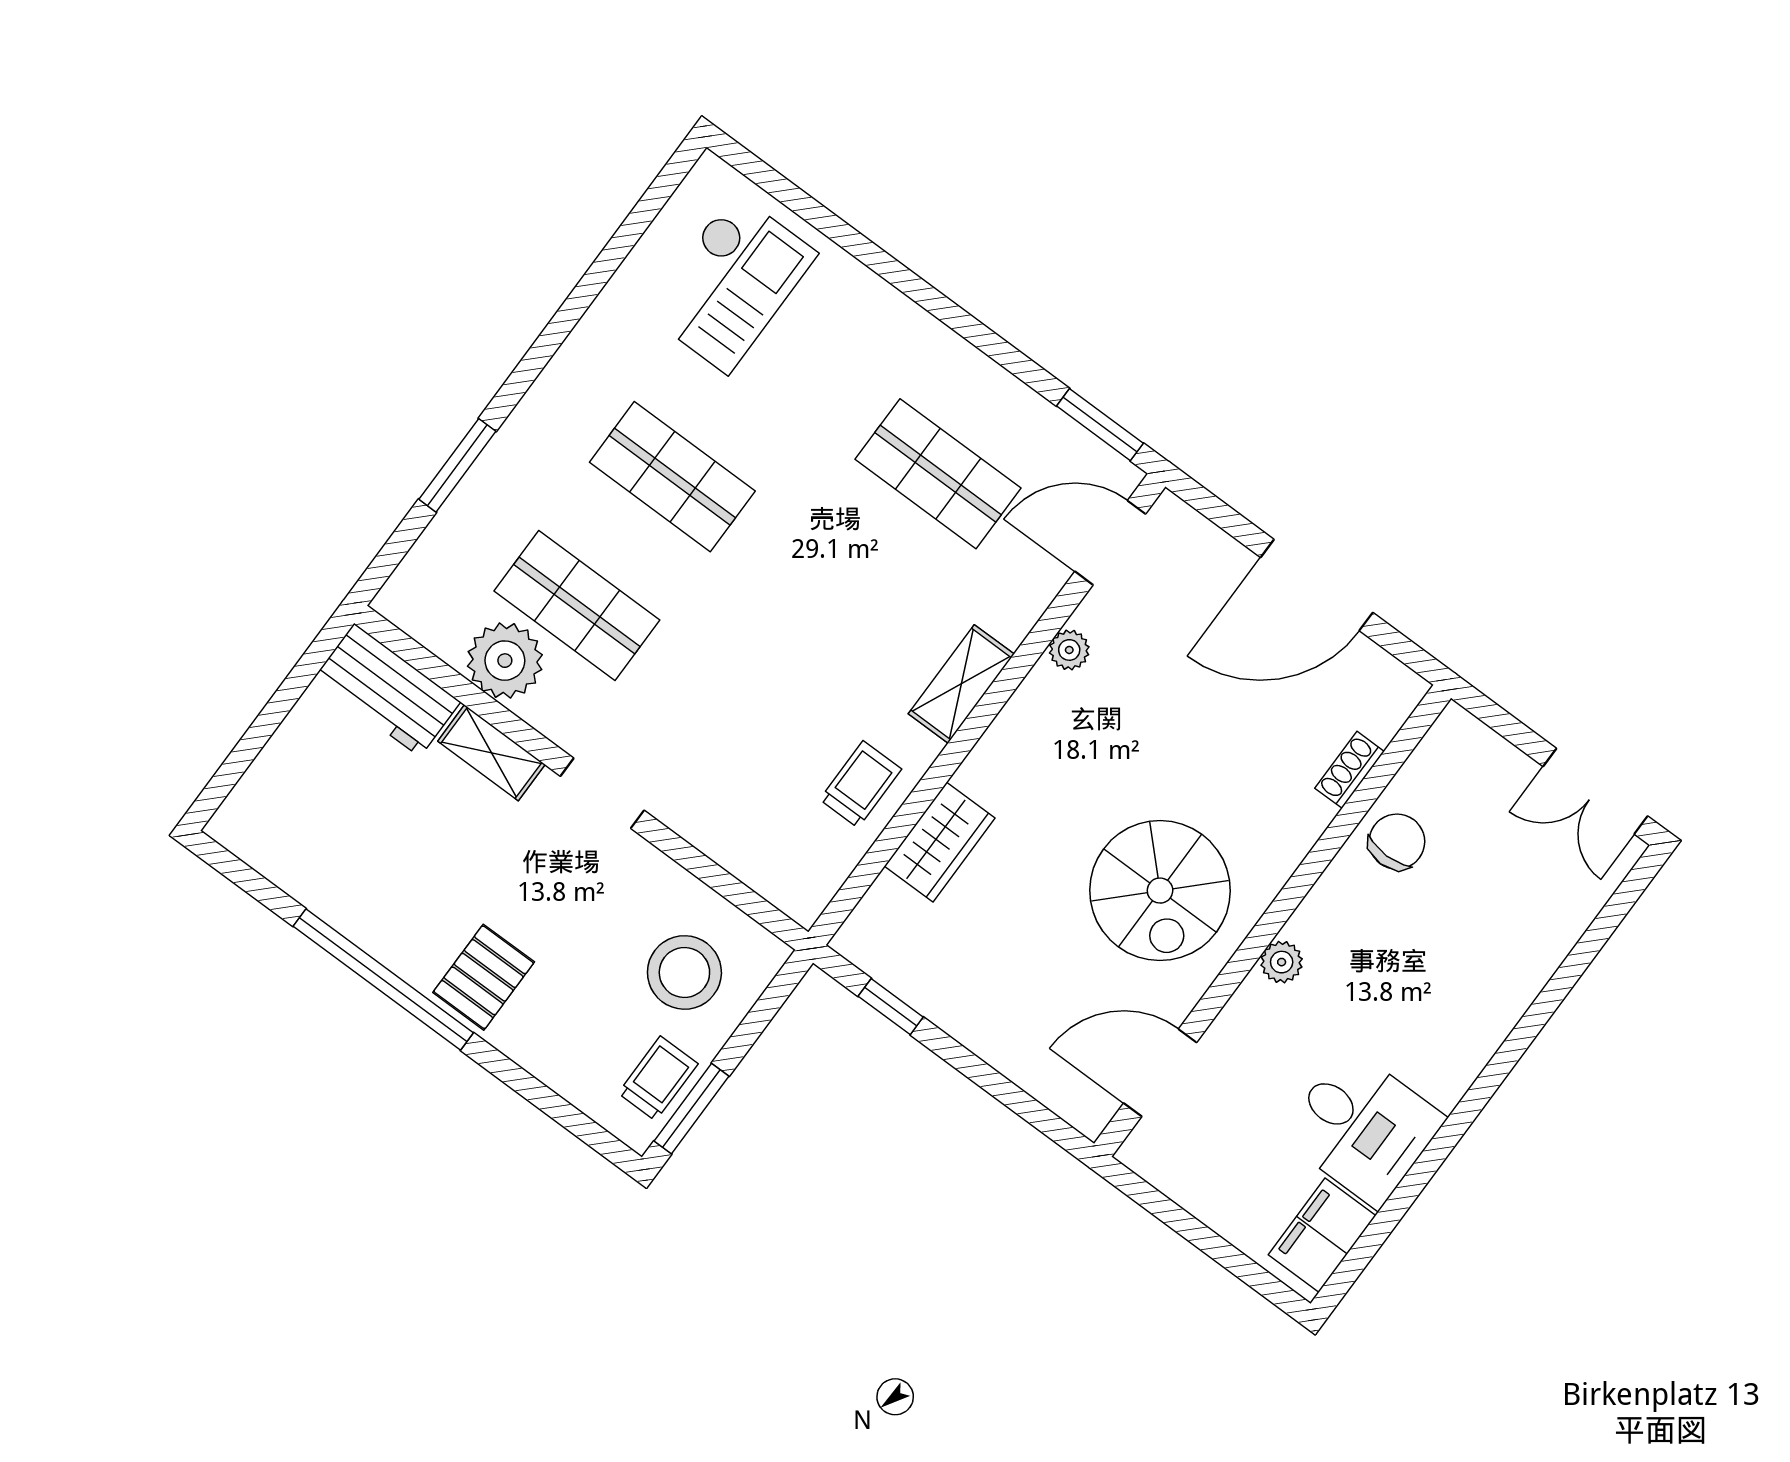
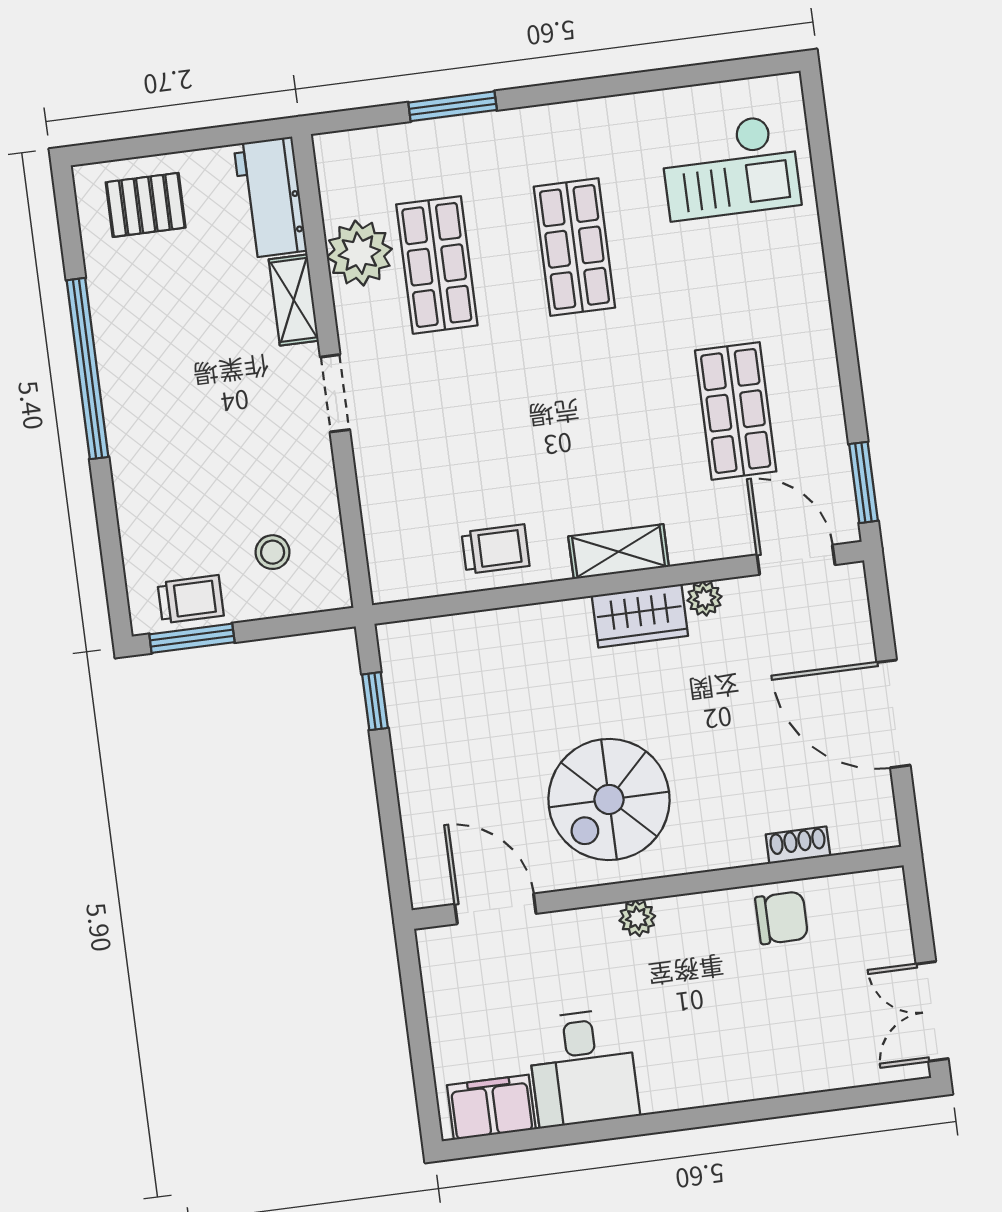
wardrobe: (940, 842) -> (640, 616), moved
stool: (684, 972) -> (273, 552), width x0.53, depth x0.53
pallet: (484, 977) -> (146, 205), moved

